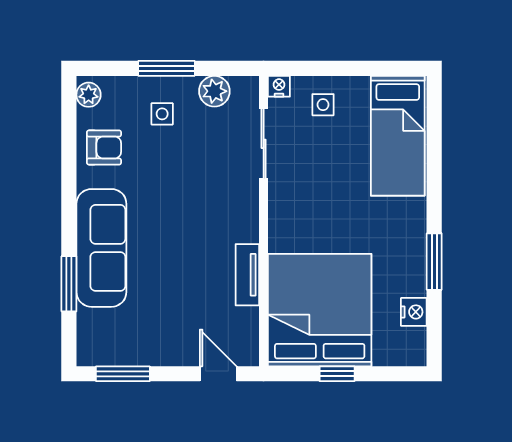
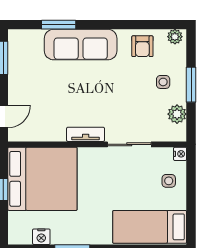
sliding door: (264, 144) -> (129, 144), moved
tv unit: (247, 275) -> (86, 134), moved

